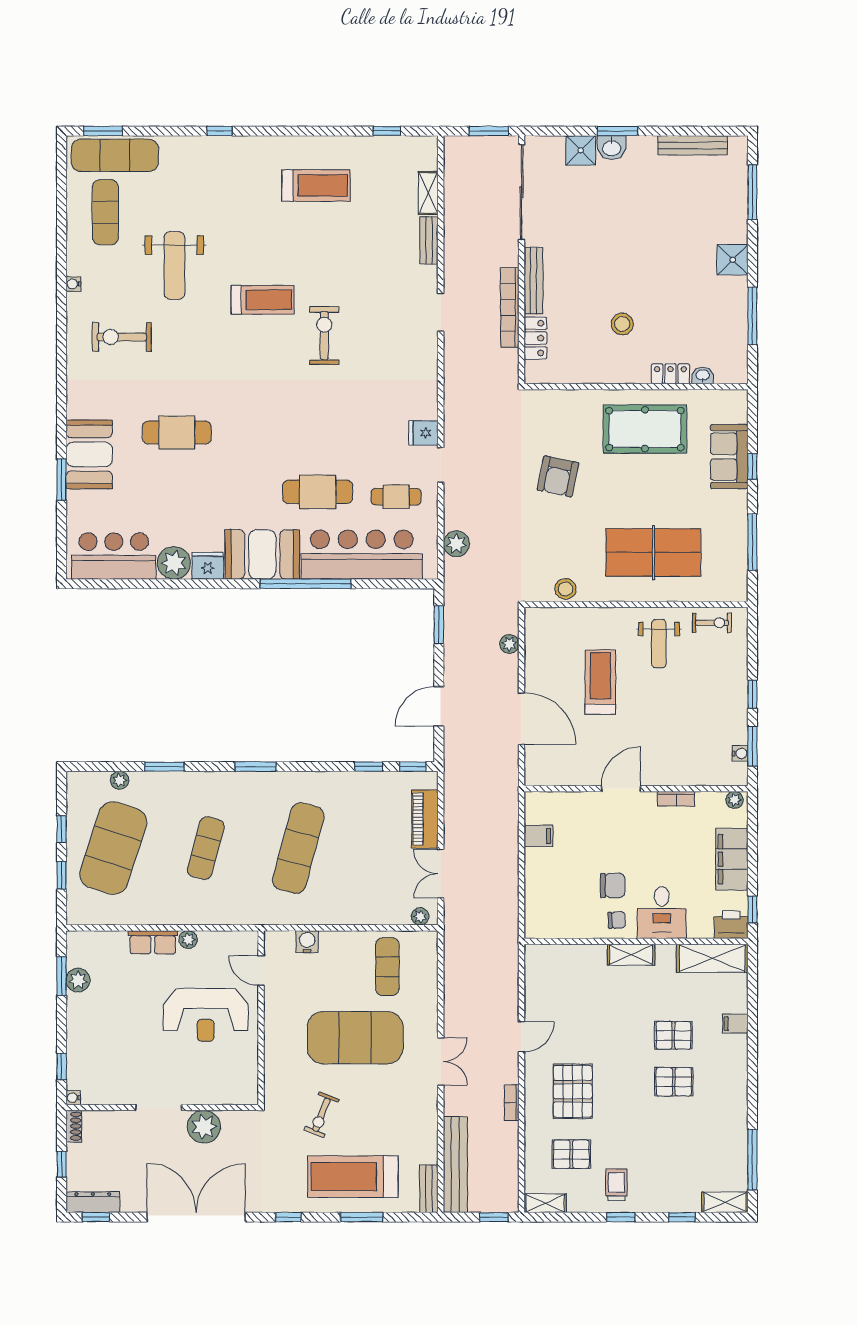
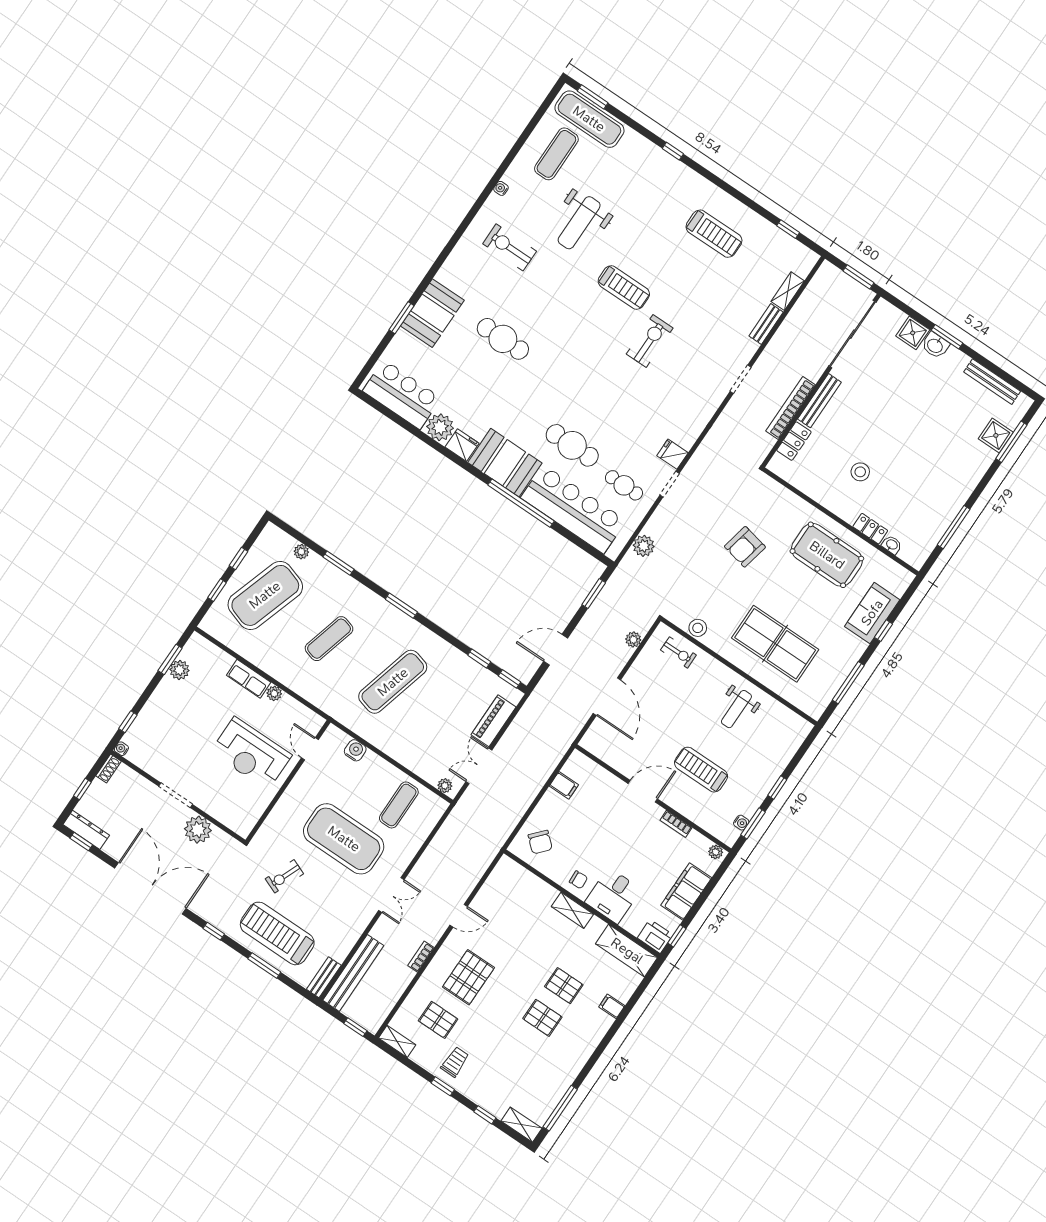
shower: (733, 260) -> (996, 435), moved
exercise bike: (712, 623) -> (678, 652), moved
treadmill: (600, 682) -> (701, 770), moved, turned -90
chair: (613, 885) -> (540, 842), moved, turned 42

